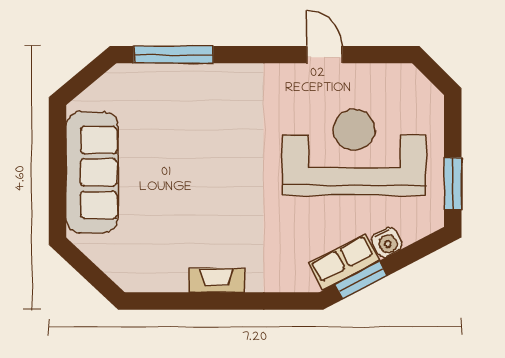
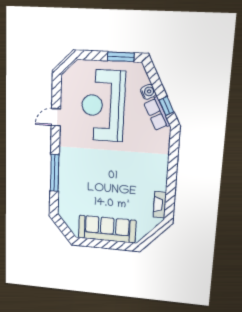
window: (174, 55) -> (55, 173), moved
fireplace: (217, 280) -> (160, 205), moved
window: (361, 280) -> (166, 106), width x0.67

